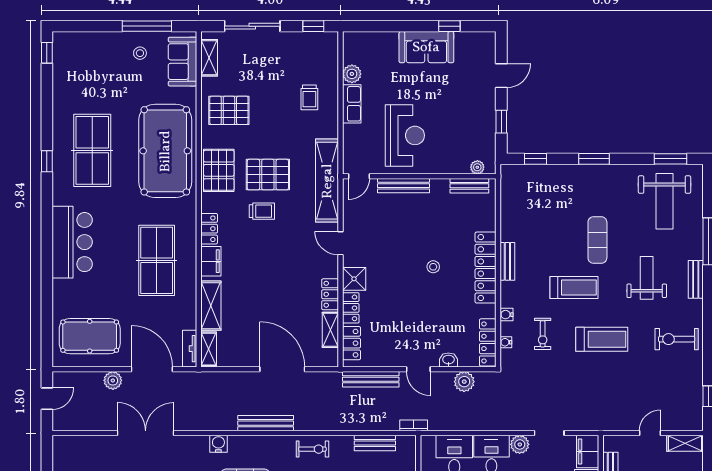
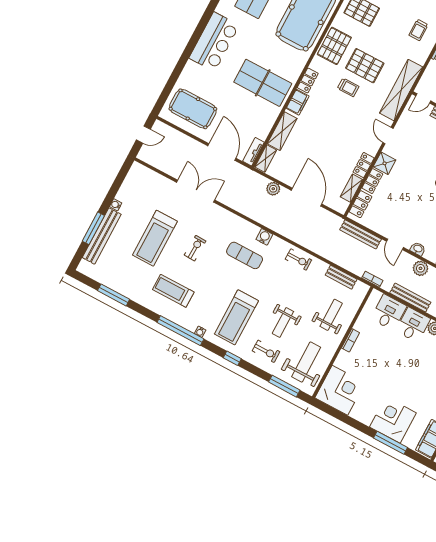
table tennis table: (157, 260) -> (263, 83), turned 90
plant: (113, 380) -> (273, 189), moved
bench: (266, 423) -> (410, 298), moved
water cooler: (218, 444) -> (264, 237), moved

